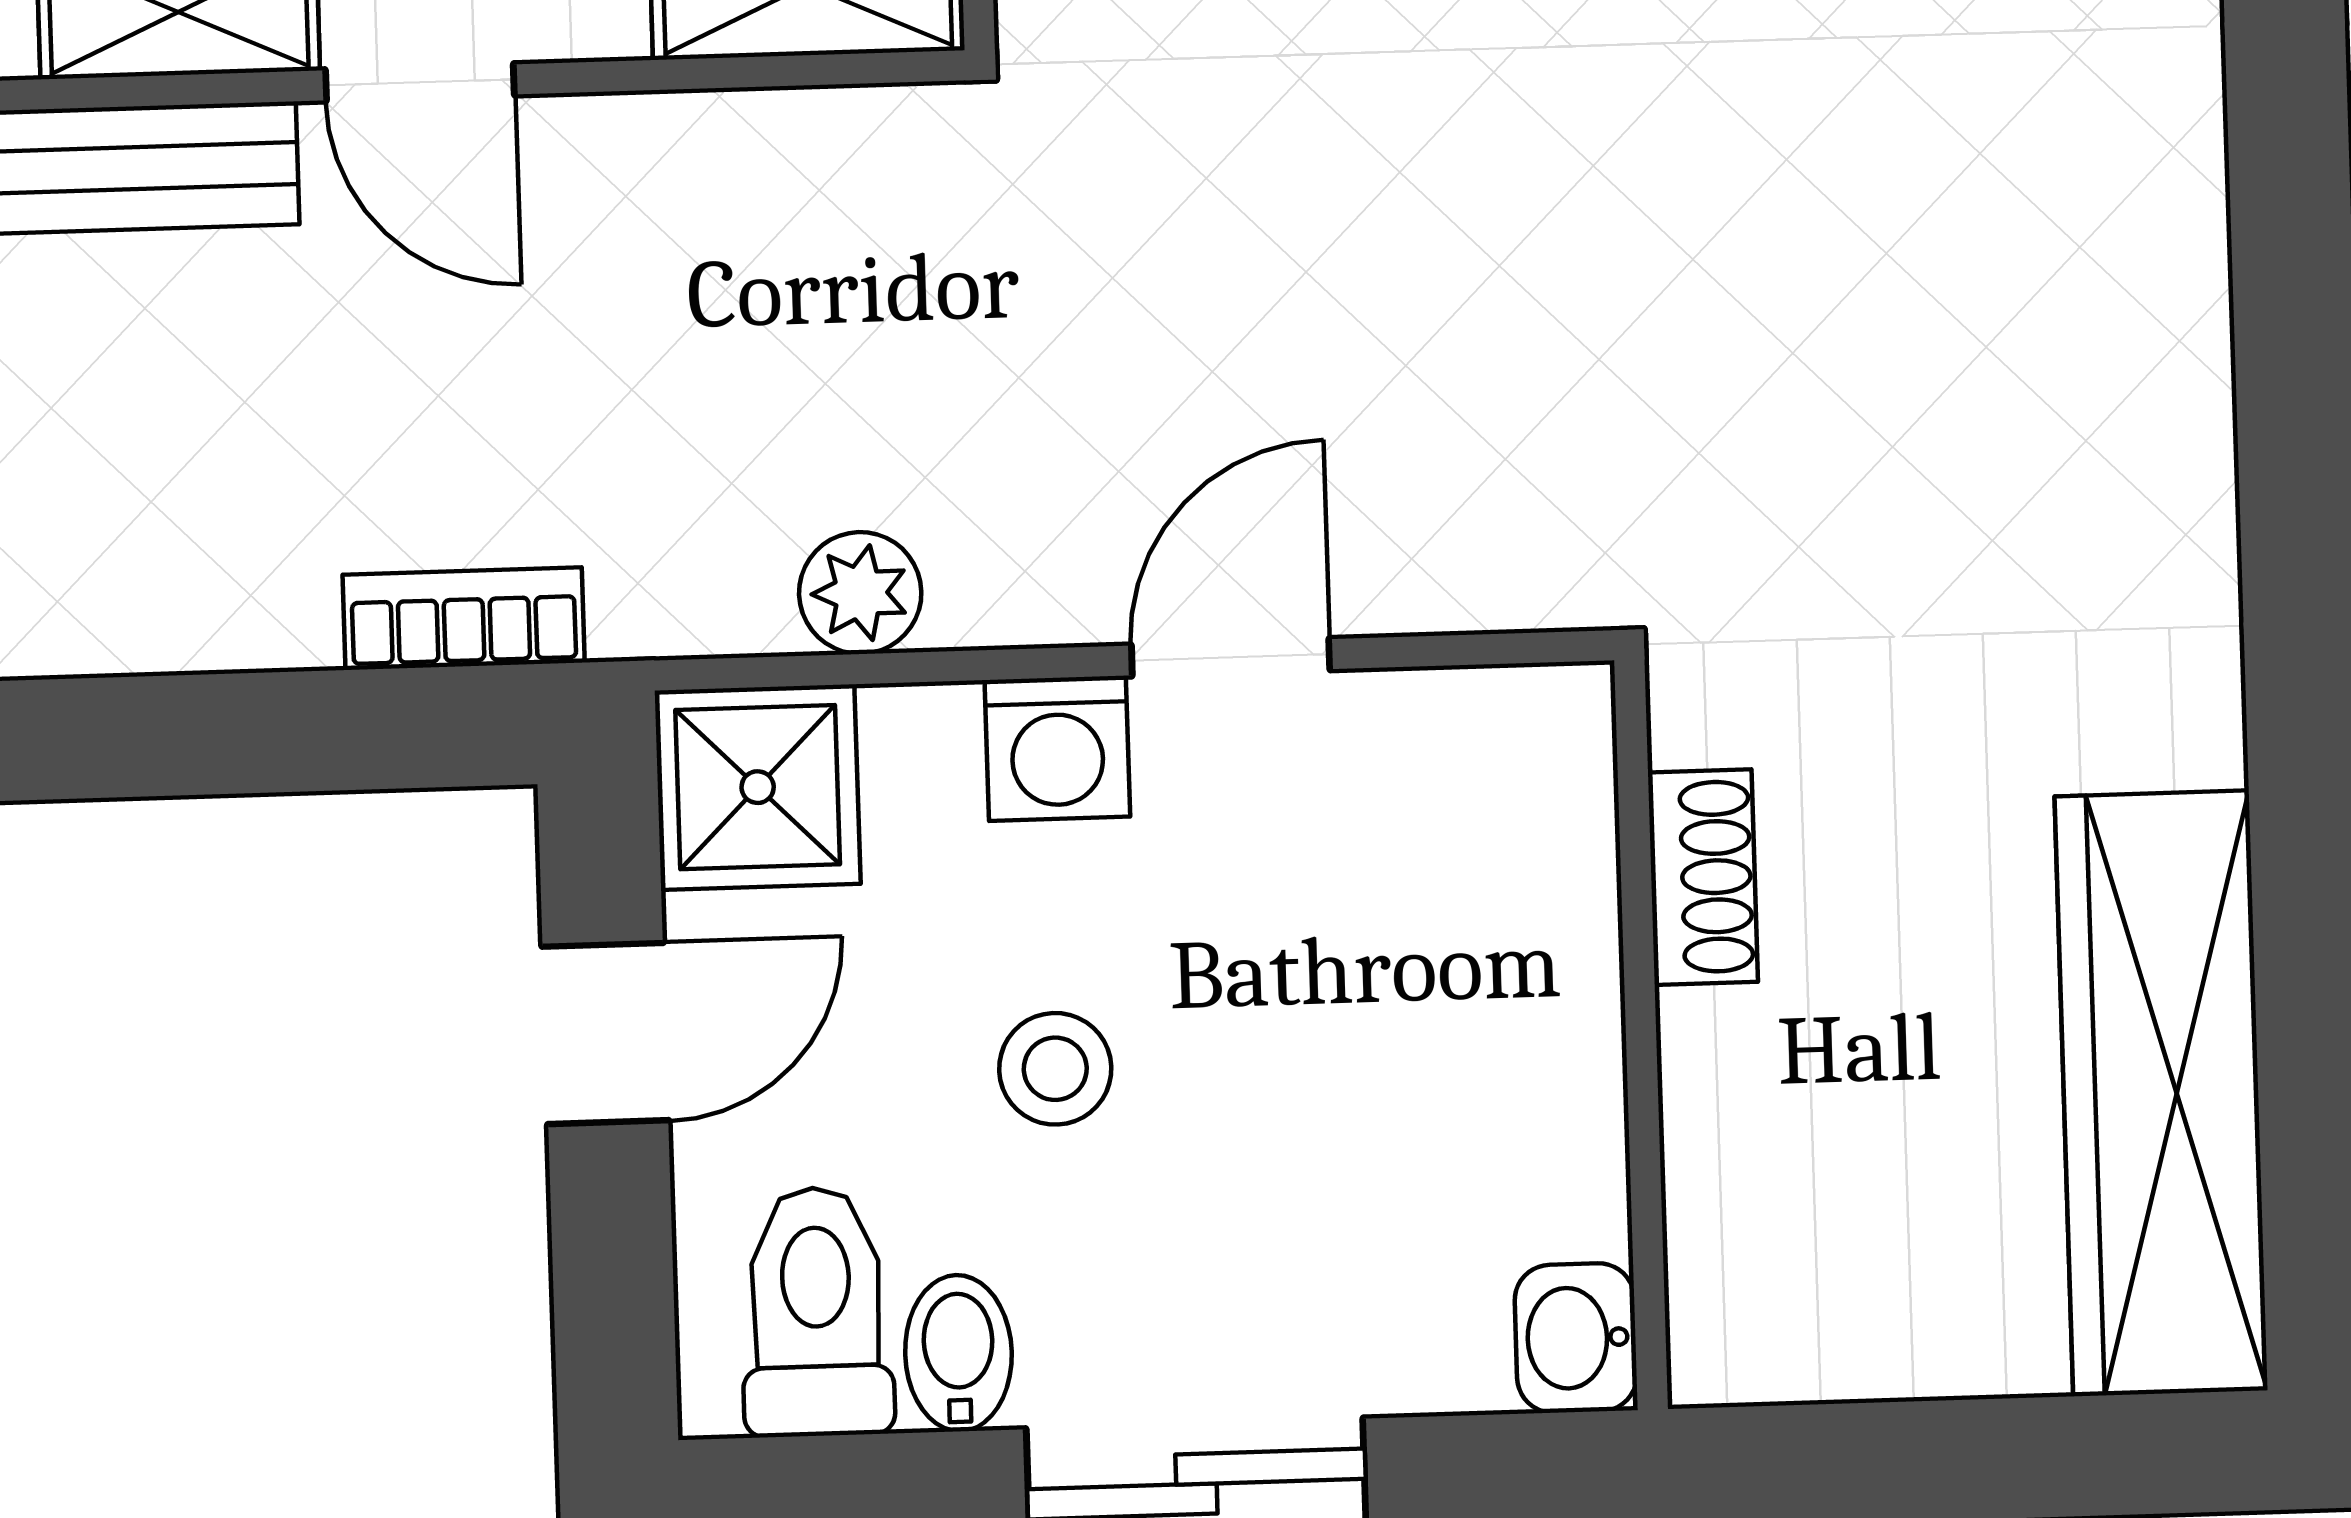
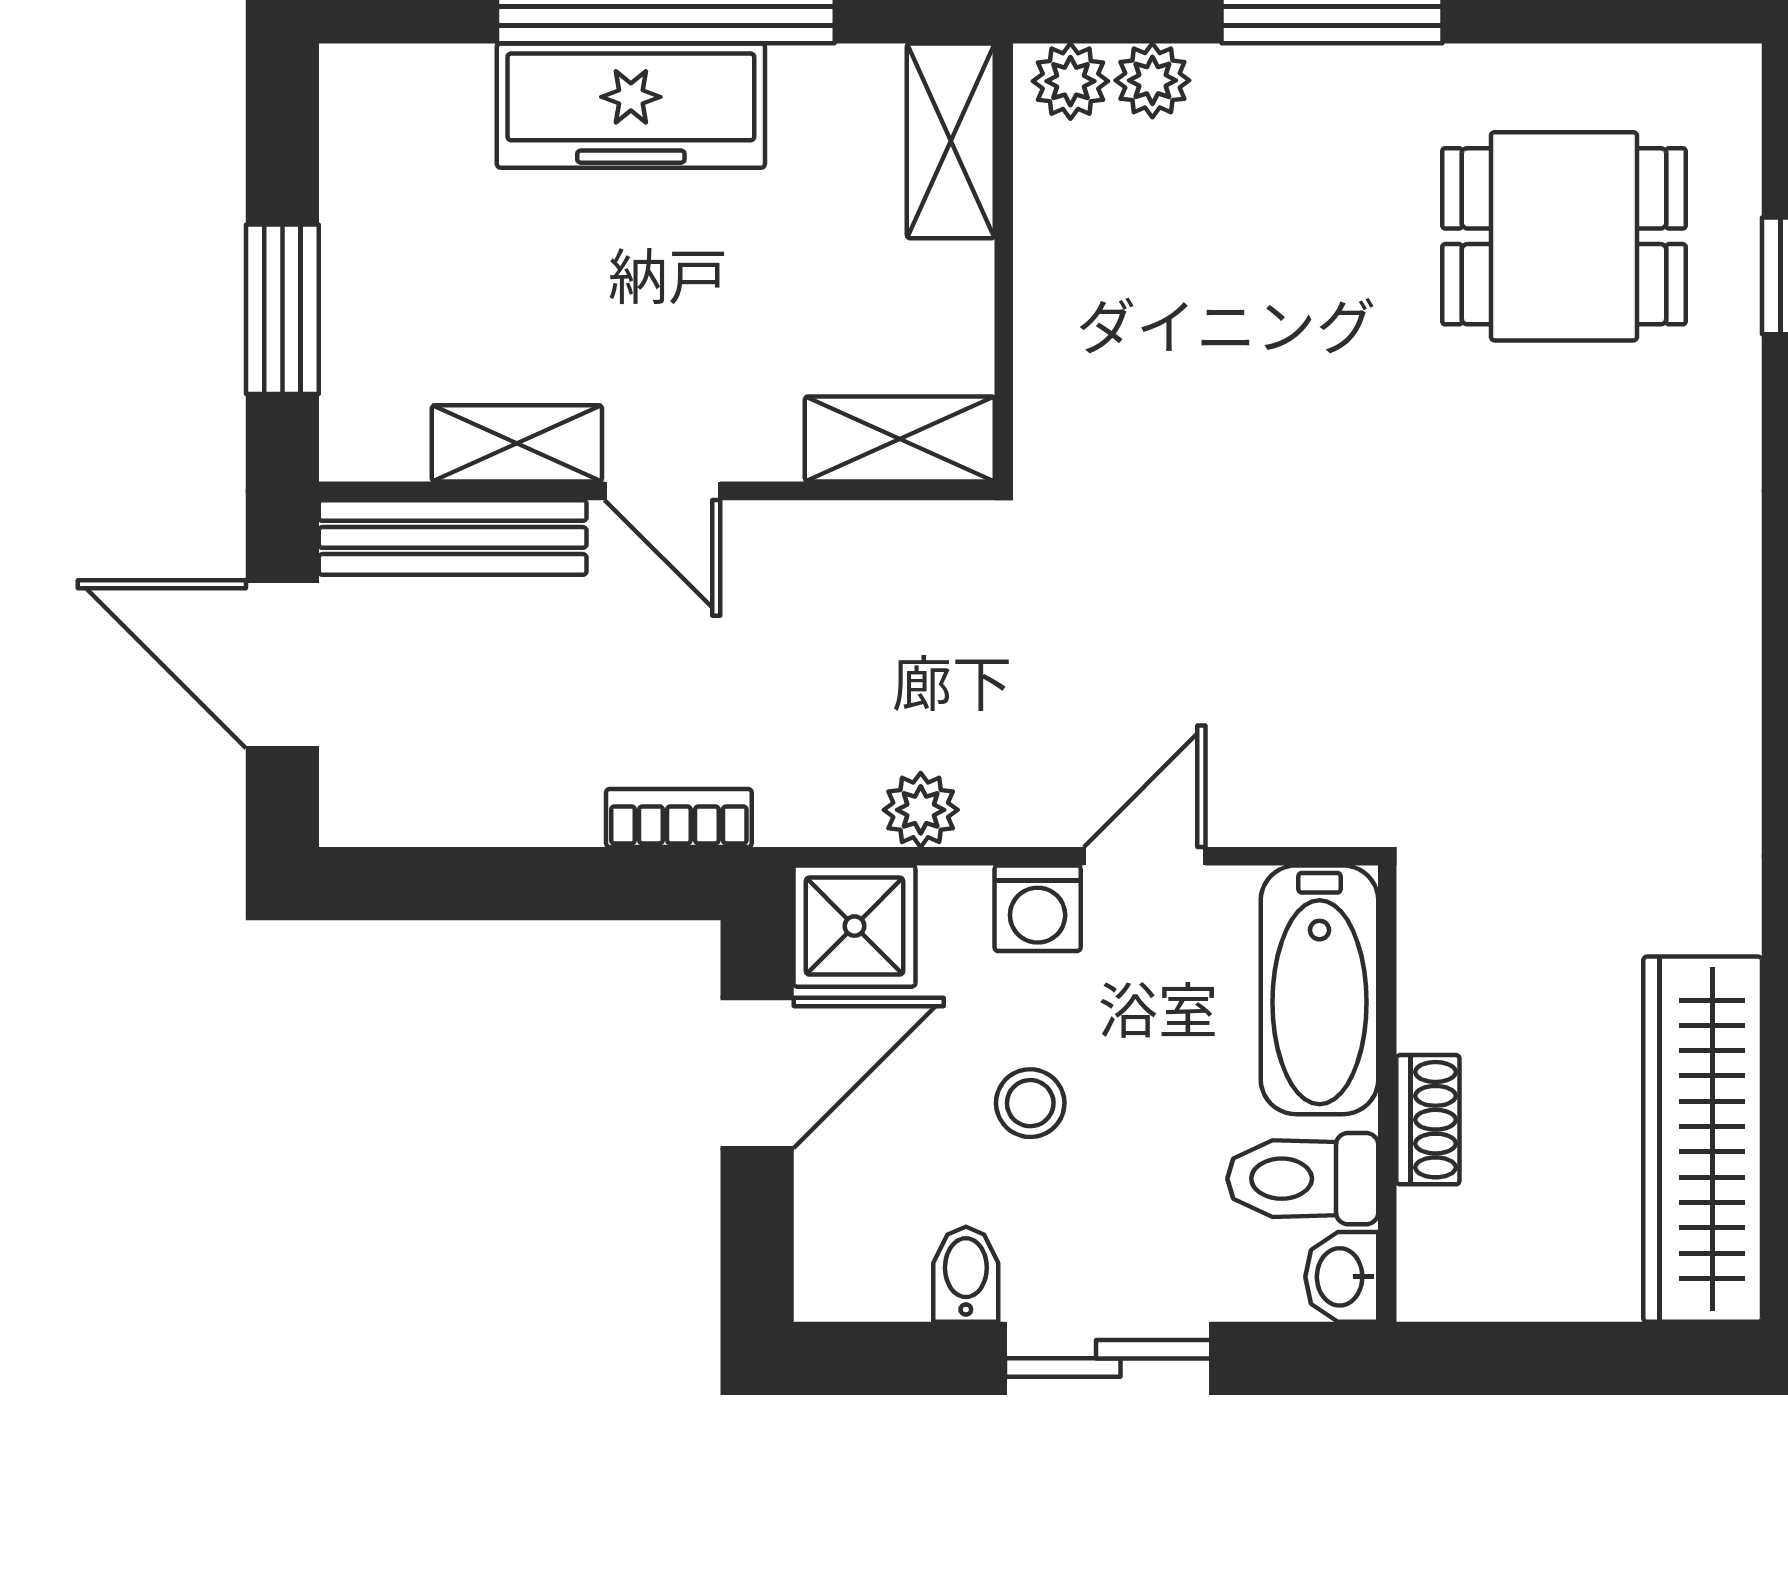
bathtub: (1524, 868) -> (1320, 990), added
shoe rack: (1703, 877) -> (1428, 1120), moved
door: (605, 1033) -> (757, 1073), width x1.37
toilet: (817, 1312) -> (1303, 1179), moved, turned -90

